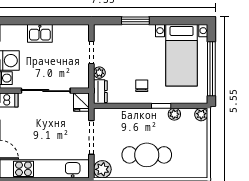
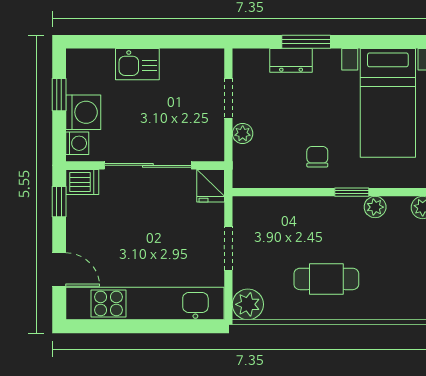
dresser: (100, 92) -> (291, 60), moved, turned 90
doorway: (91, 137) -> (228, 248), width x0.73
cafe table: (147, 155) -> (326, 279), width x0.73, depth x0.74

